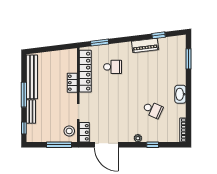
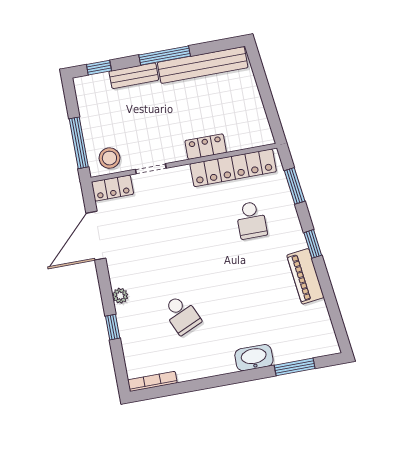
window: (159, 35) -> (313, 244), moved
washbasin: (180, 94) -> (254, 358), moved
school desk: (153, 110) -> (182, 315), turned -48

